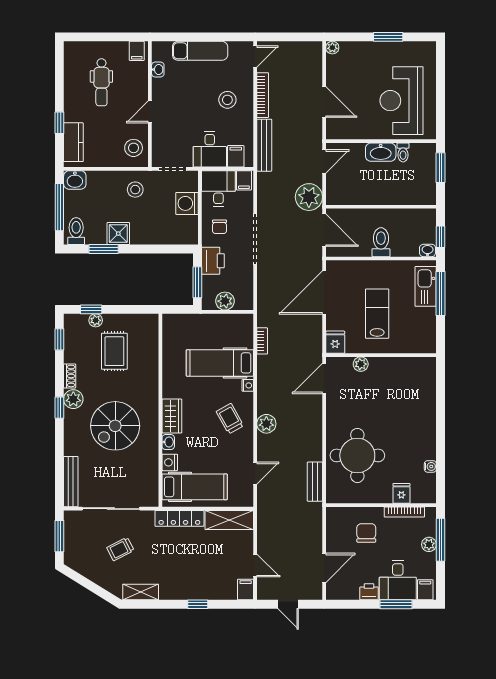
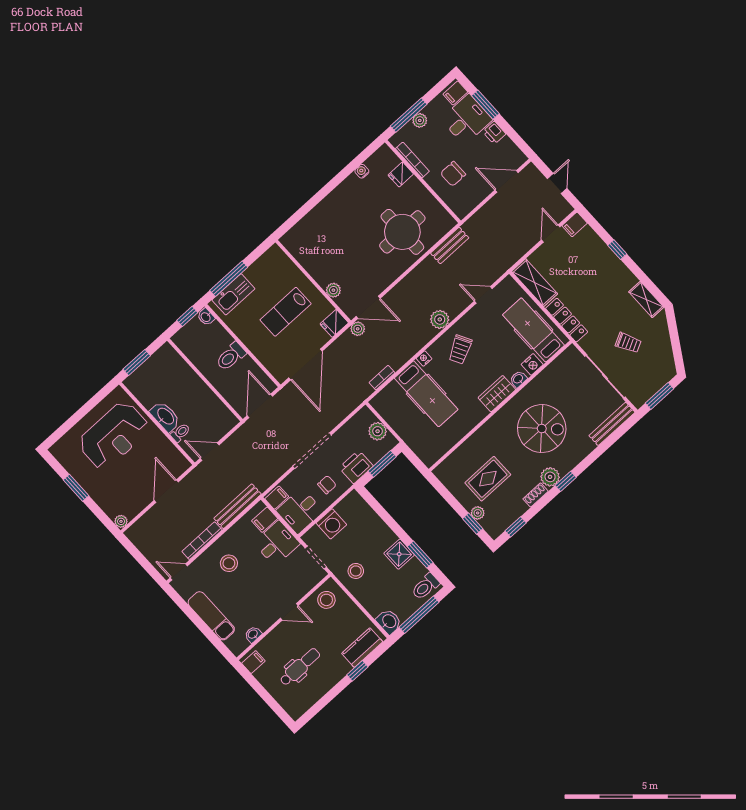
toilet: (403, 152) -> (180, 433), moved
plant: (309, 197) -> (358, 329), moved, width x0.53, depth x0.53
door: (324, 293) -> (305, 364), hinge flipped

